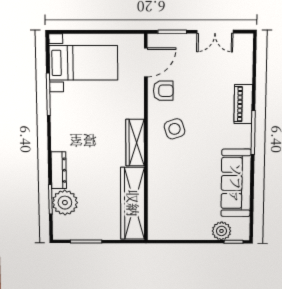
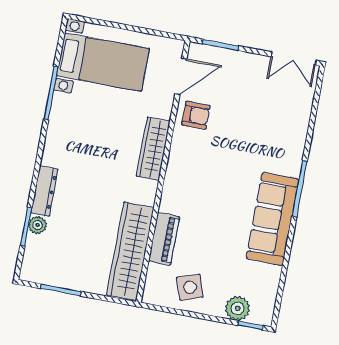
double door: (215, 32) -> (294, 58), moved
piano: (243, 104) -> (164, 239), moved, turned 180
side table: (175, 129) -> (190, 287), moved
wardrobe: (135, 143) -> (153, 149), moved
sofa: (236, 183) -> (273, 219), moved
plant: (65, 203) -> (38, 225), width x0.53, depth x0.53

